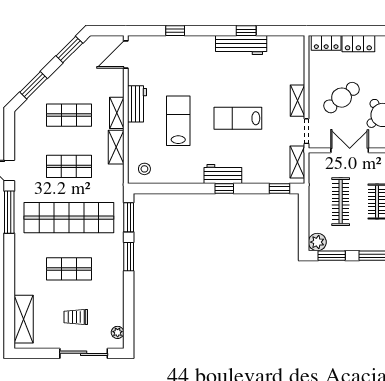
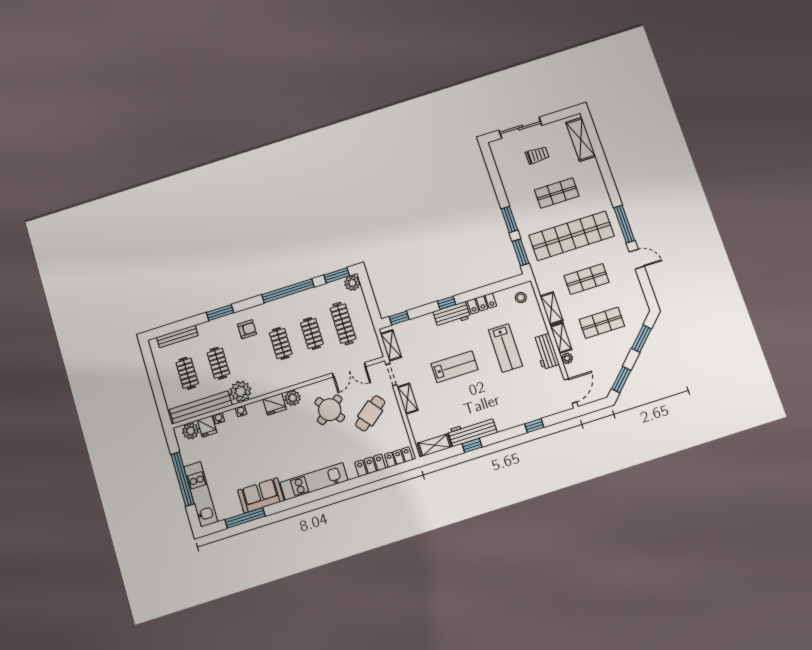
shelving: (285, 43) -> (435, 445), added
locker: (187, 176) -> (482, 303), added
plant: (118, 332) -> (567, 358), moved

